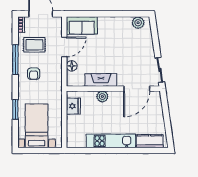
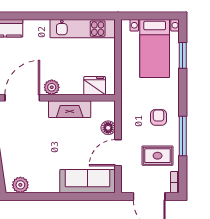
sofa: (82, 25) -> (88, 181), width x1.36
plant: (102, 96) -> (52, 87), moved
fridge: (73, 106) -> (95, 86), moved, turned 90
window: (15, 109) -> (183, 55), moved
kitchen unit: (111, 141) -> (83, 29), moved

